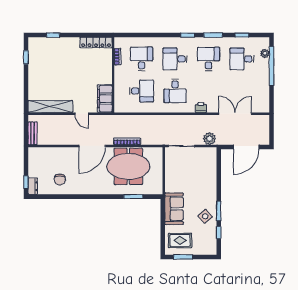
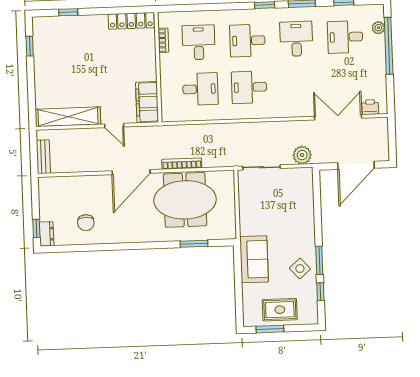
desk: (175, 91) -> (249, 87), turned 90
printer: (201, 108) -> (370, 107), moved
rug: (180, 240) -> (280, 310), moved

